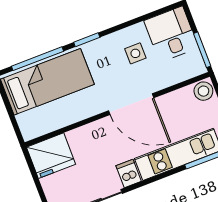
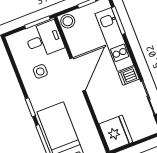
desk: (171, 34) -> (44, 39), moved, turned 180

